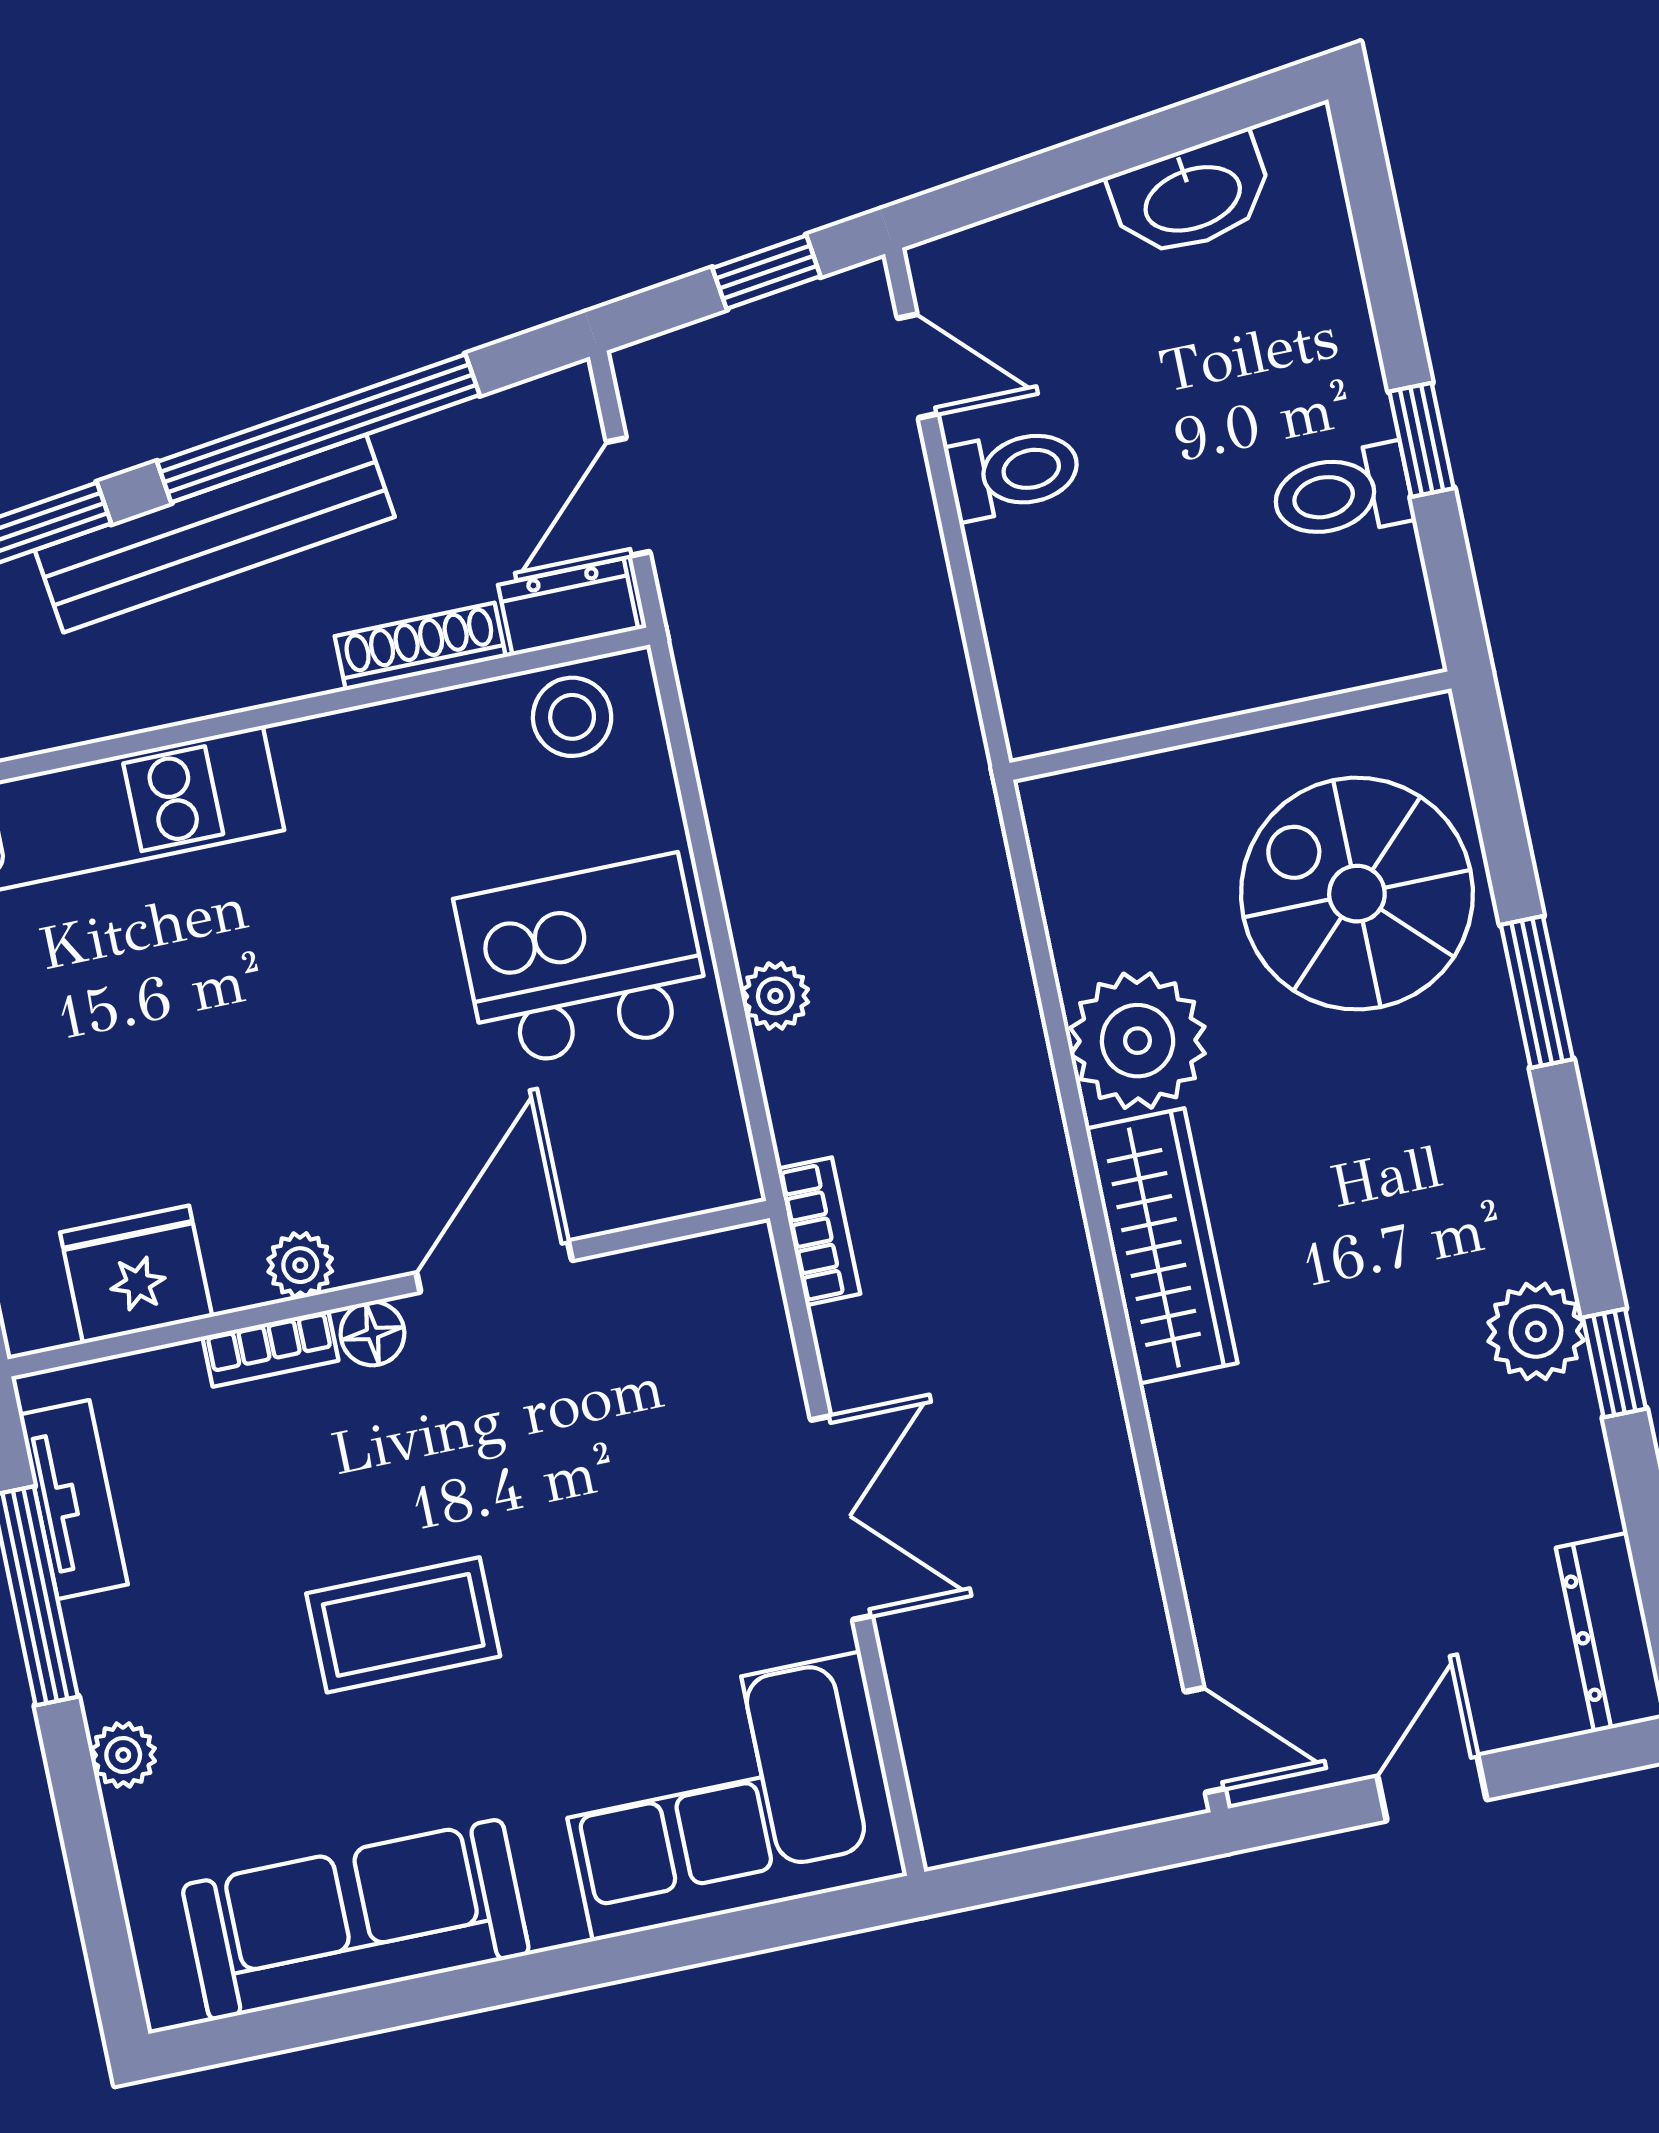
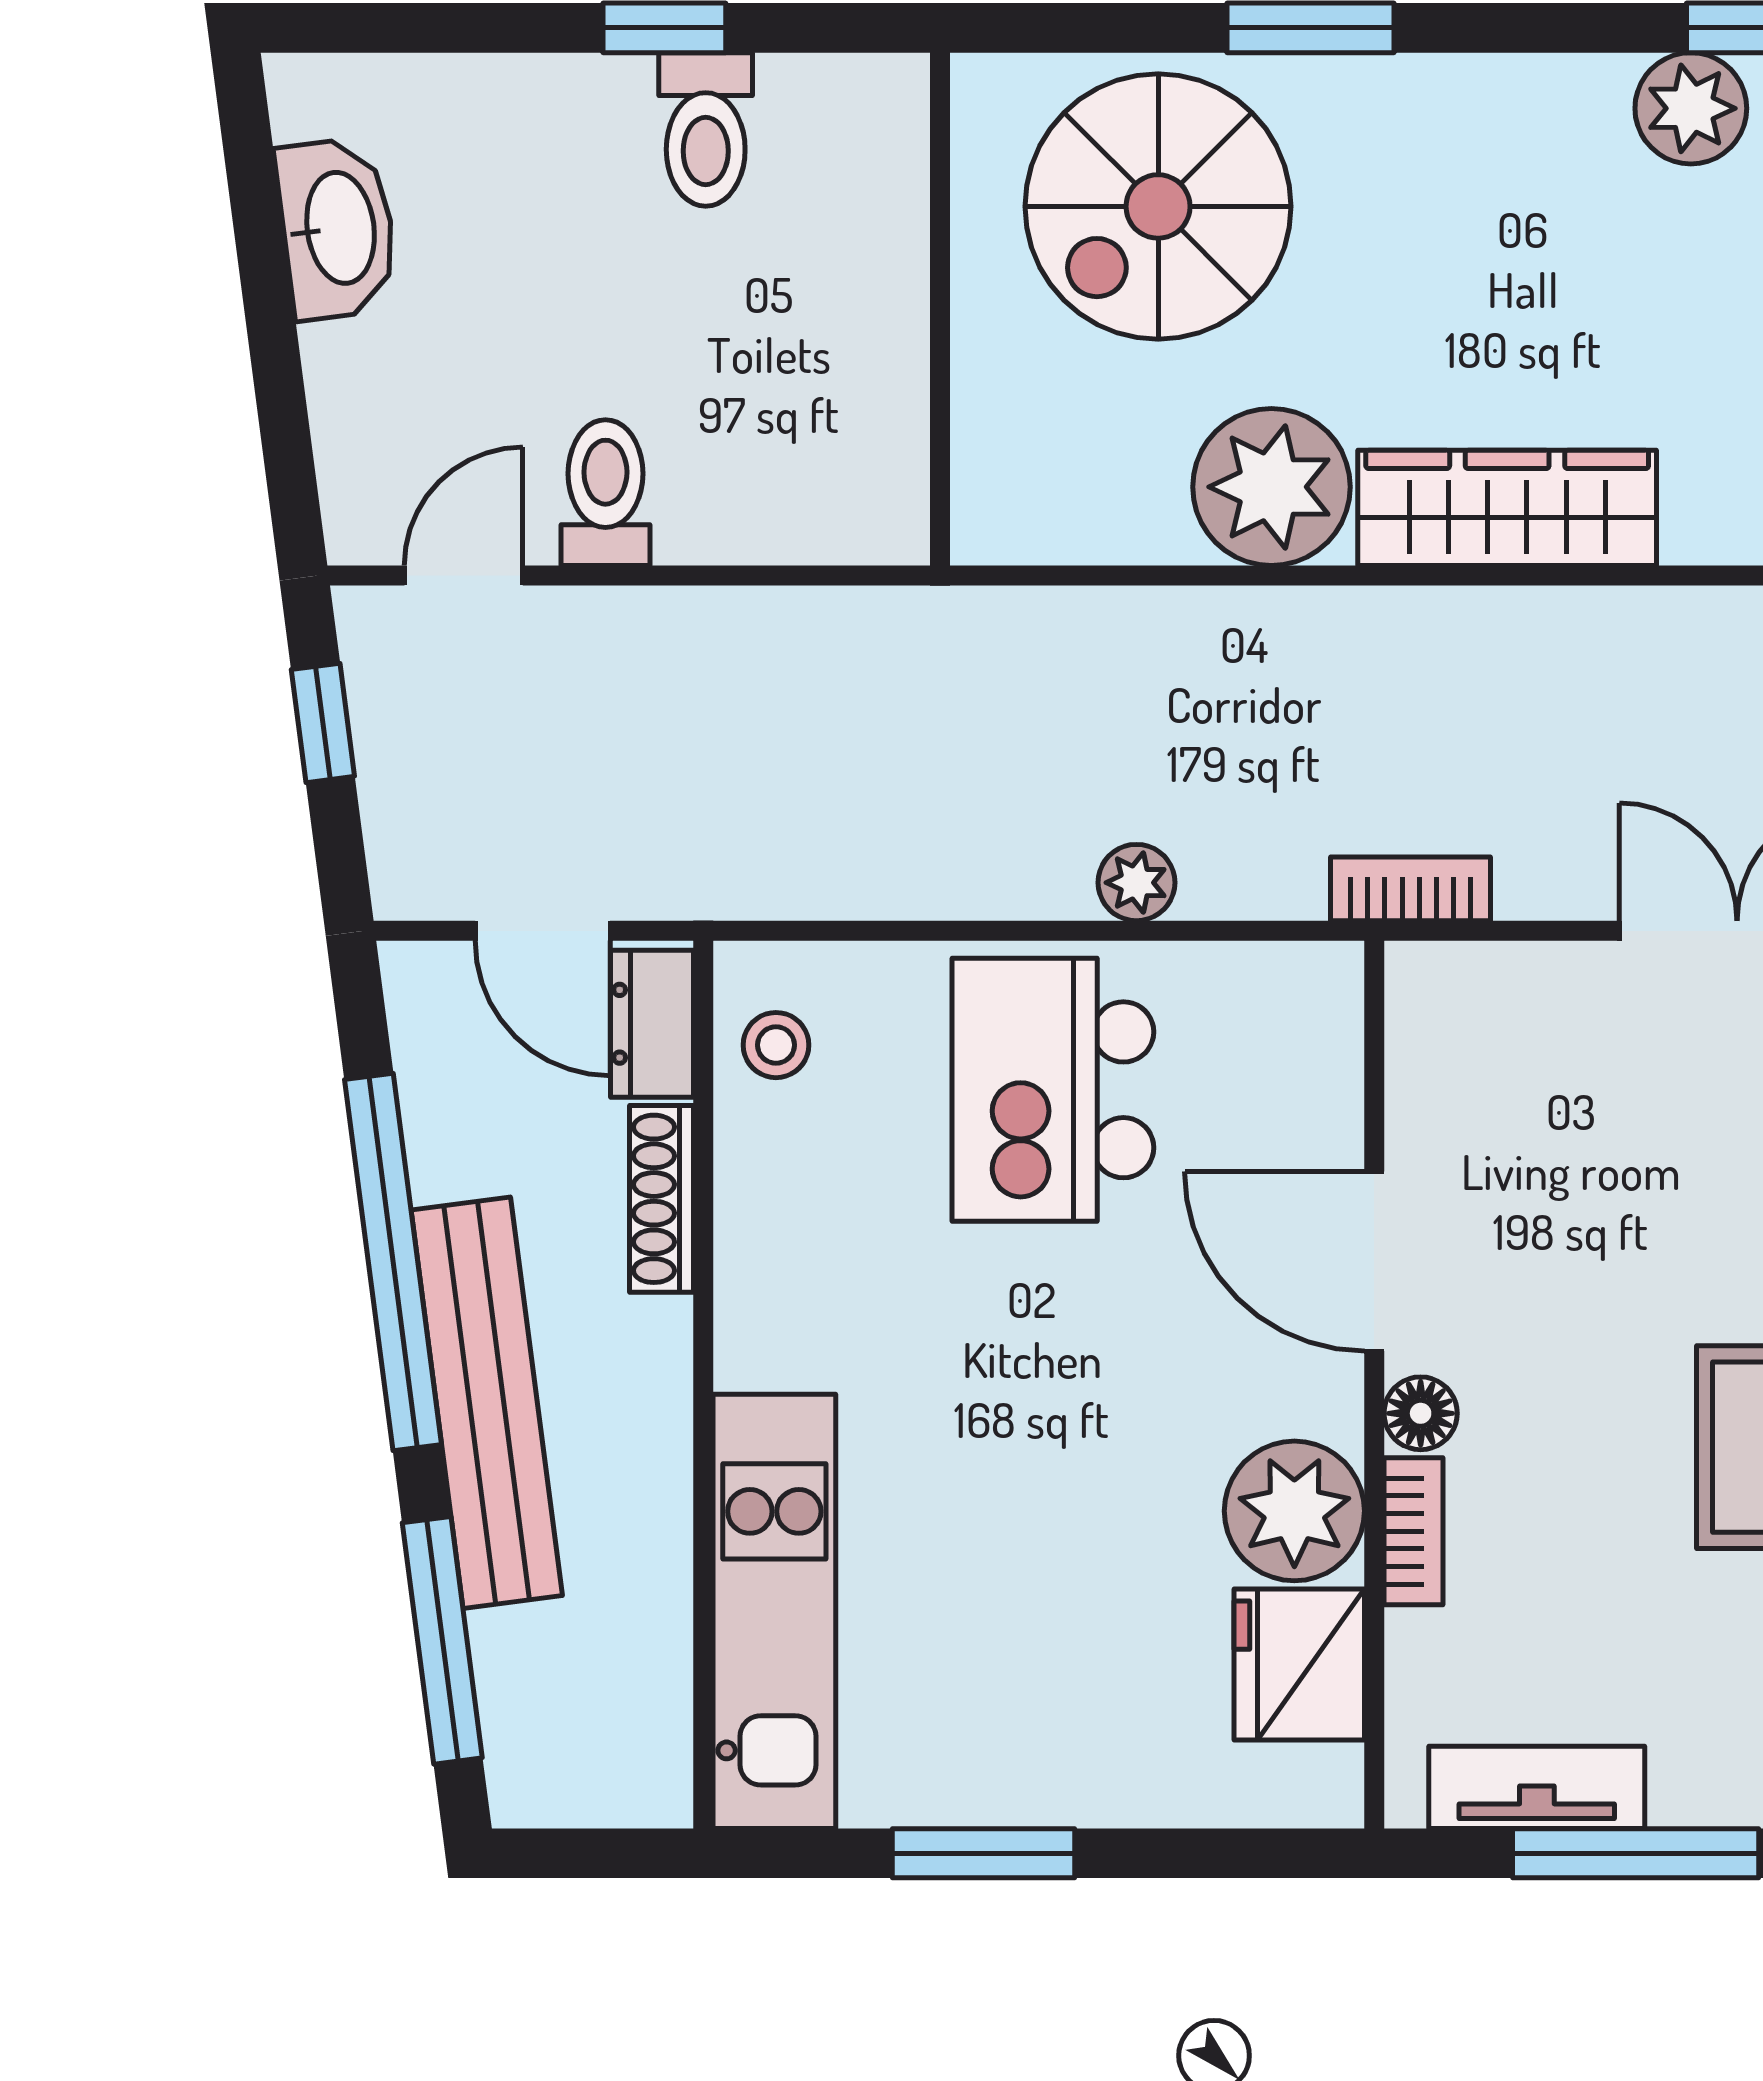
stool: (572, 717) -> (776, 1045), width x0.73, depth x0.73
plant: (300, 1265) -> (1294, 1511), width x1.87, depth x1.87

